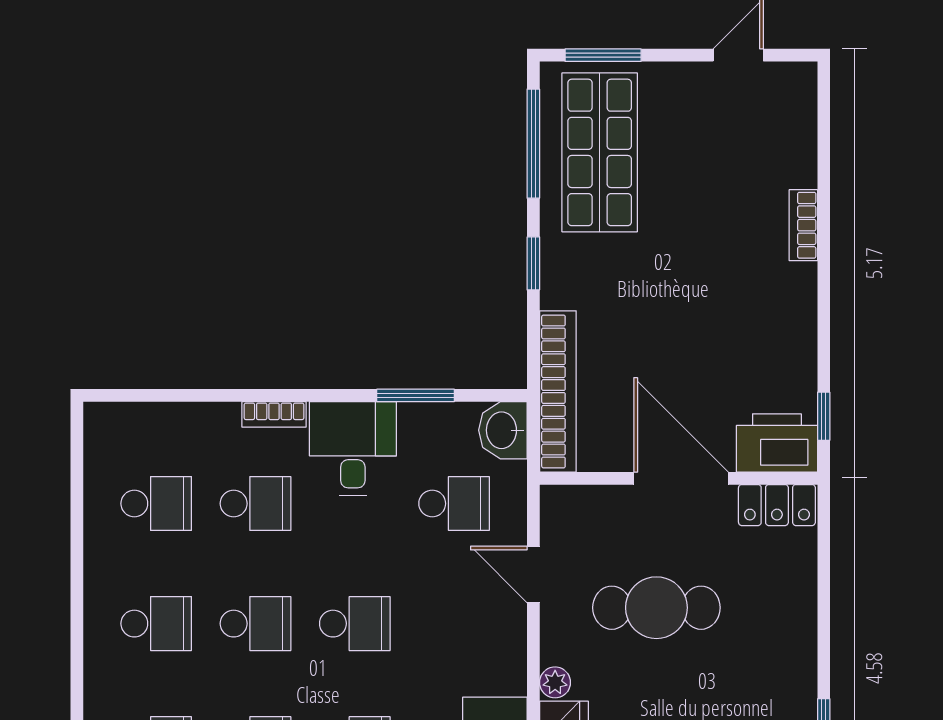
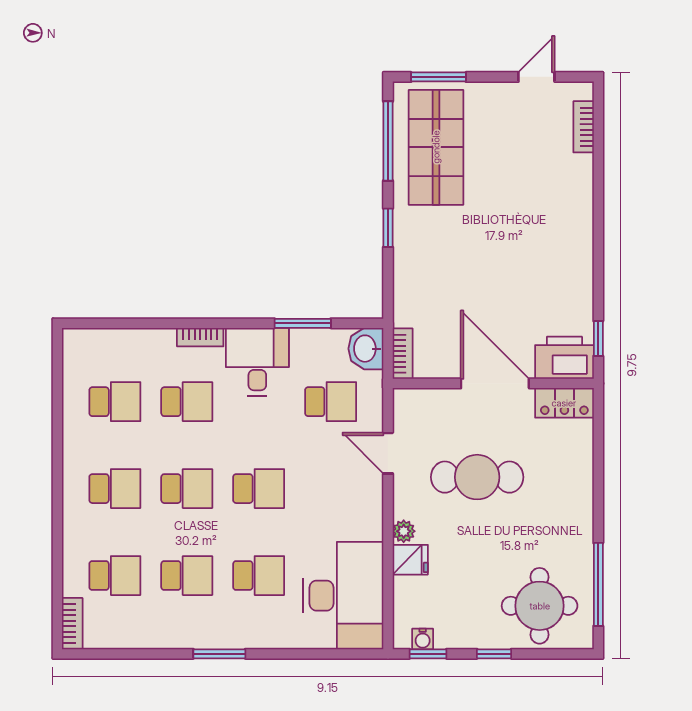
bookcase: (803, 225) -> (584, 127), moved
bookcase: (558, 391) -> (403, 354), width x0.43, depth x0.76

